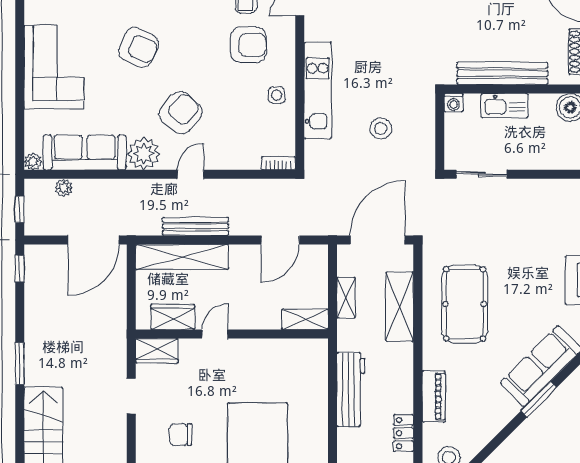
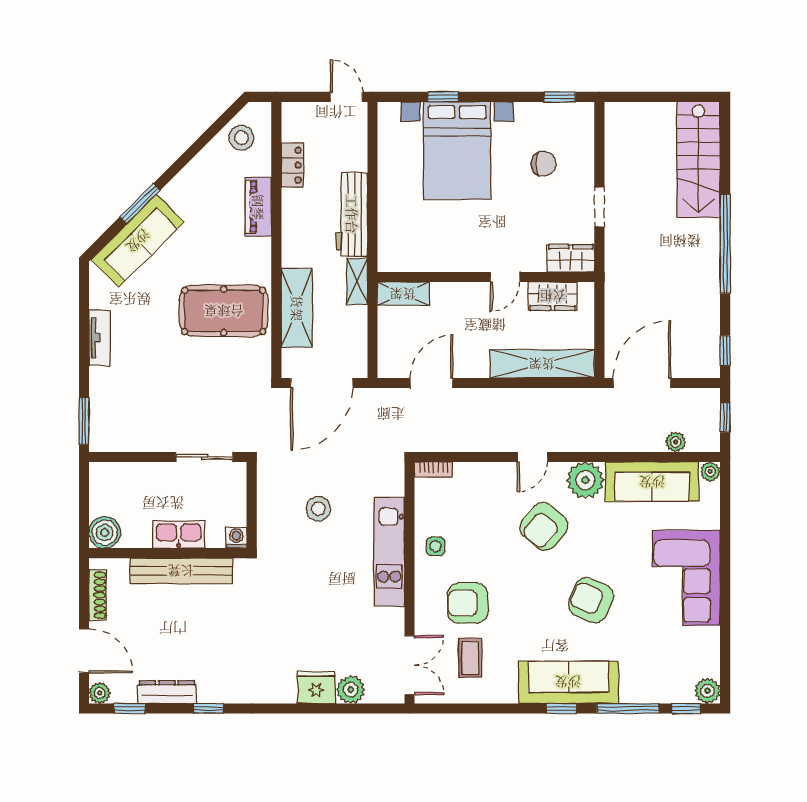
bench: (195, 226) -> (527, 398), removed
shelving: (346, 297) -> (357, 281), moved
pool table: (465, 304) -> (224, 311), turned 90
window: (20, 363) -> (725, 244), width x2.11

